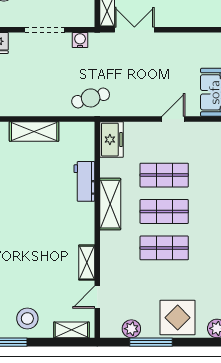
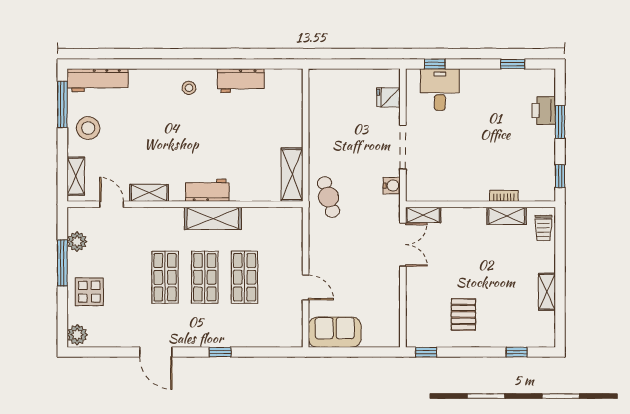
shelving: (34, 131) -> (292, 175), moved
freezer: (111, 140) -> (283, 220), removed
workbench: (84, 181) -> (207, 190), moved
display table: (178, 318) -> (89, 292), width x0.73, depth x0.73

